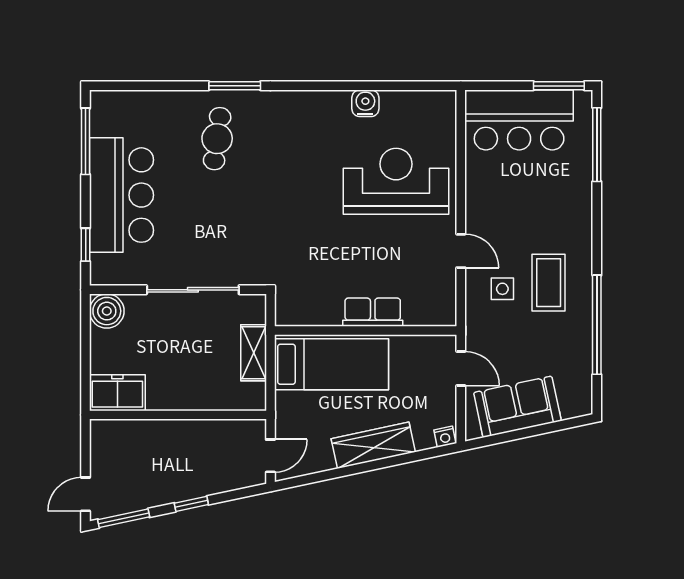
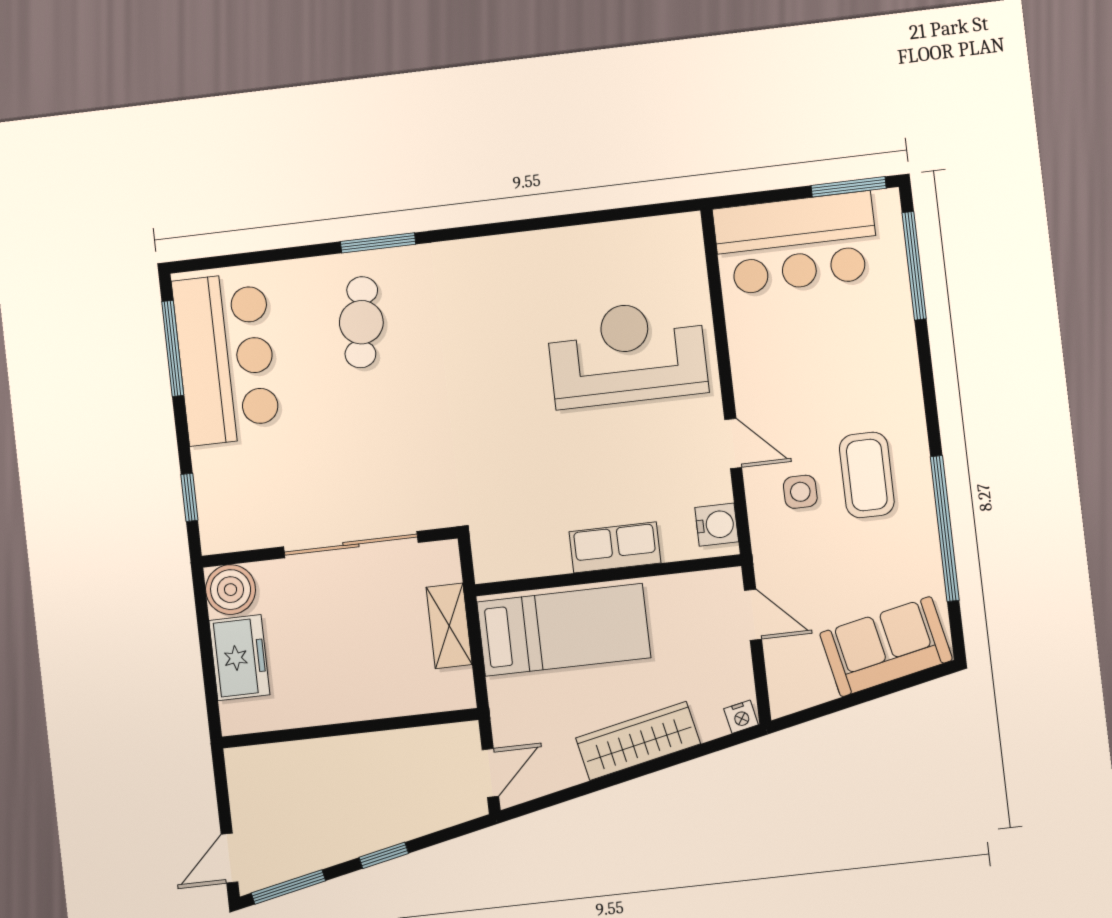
water cooler: (365, 103) -> (717, 525), moved, turned 90
bar counter: (121, 195) -> (226, 358), moved
freezer: (117, 393) -> (239, 658), moved, turned 90
sofa: (517, 407) -> (886, 647), moved

